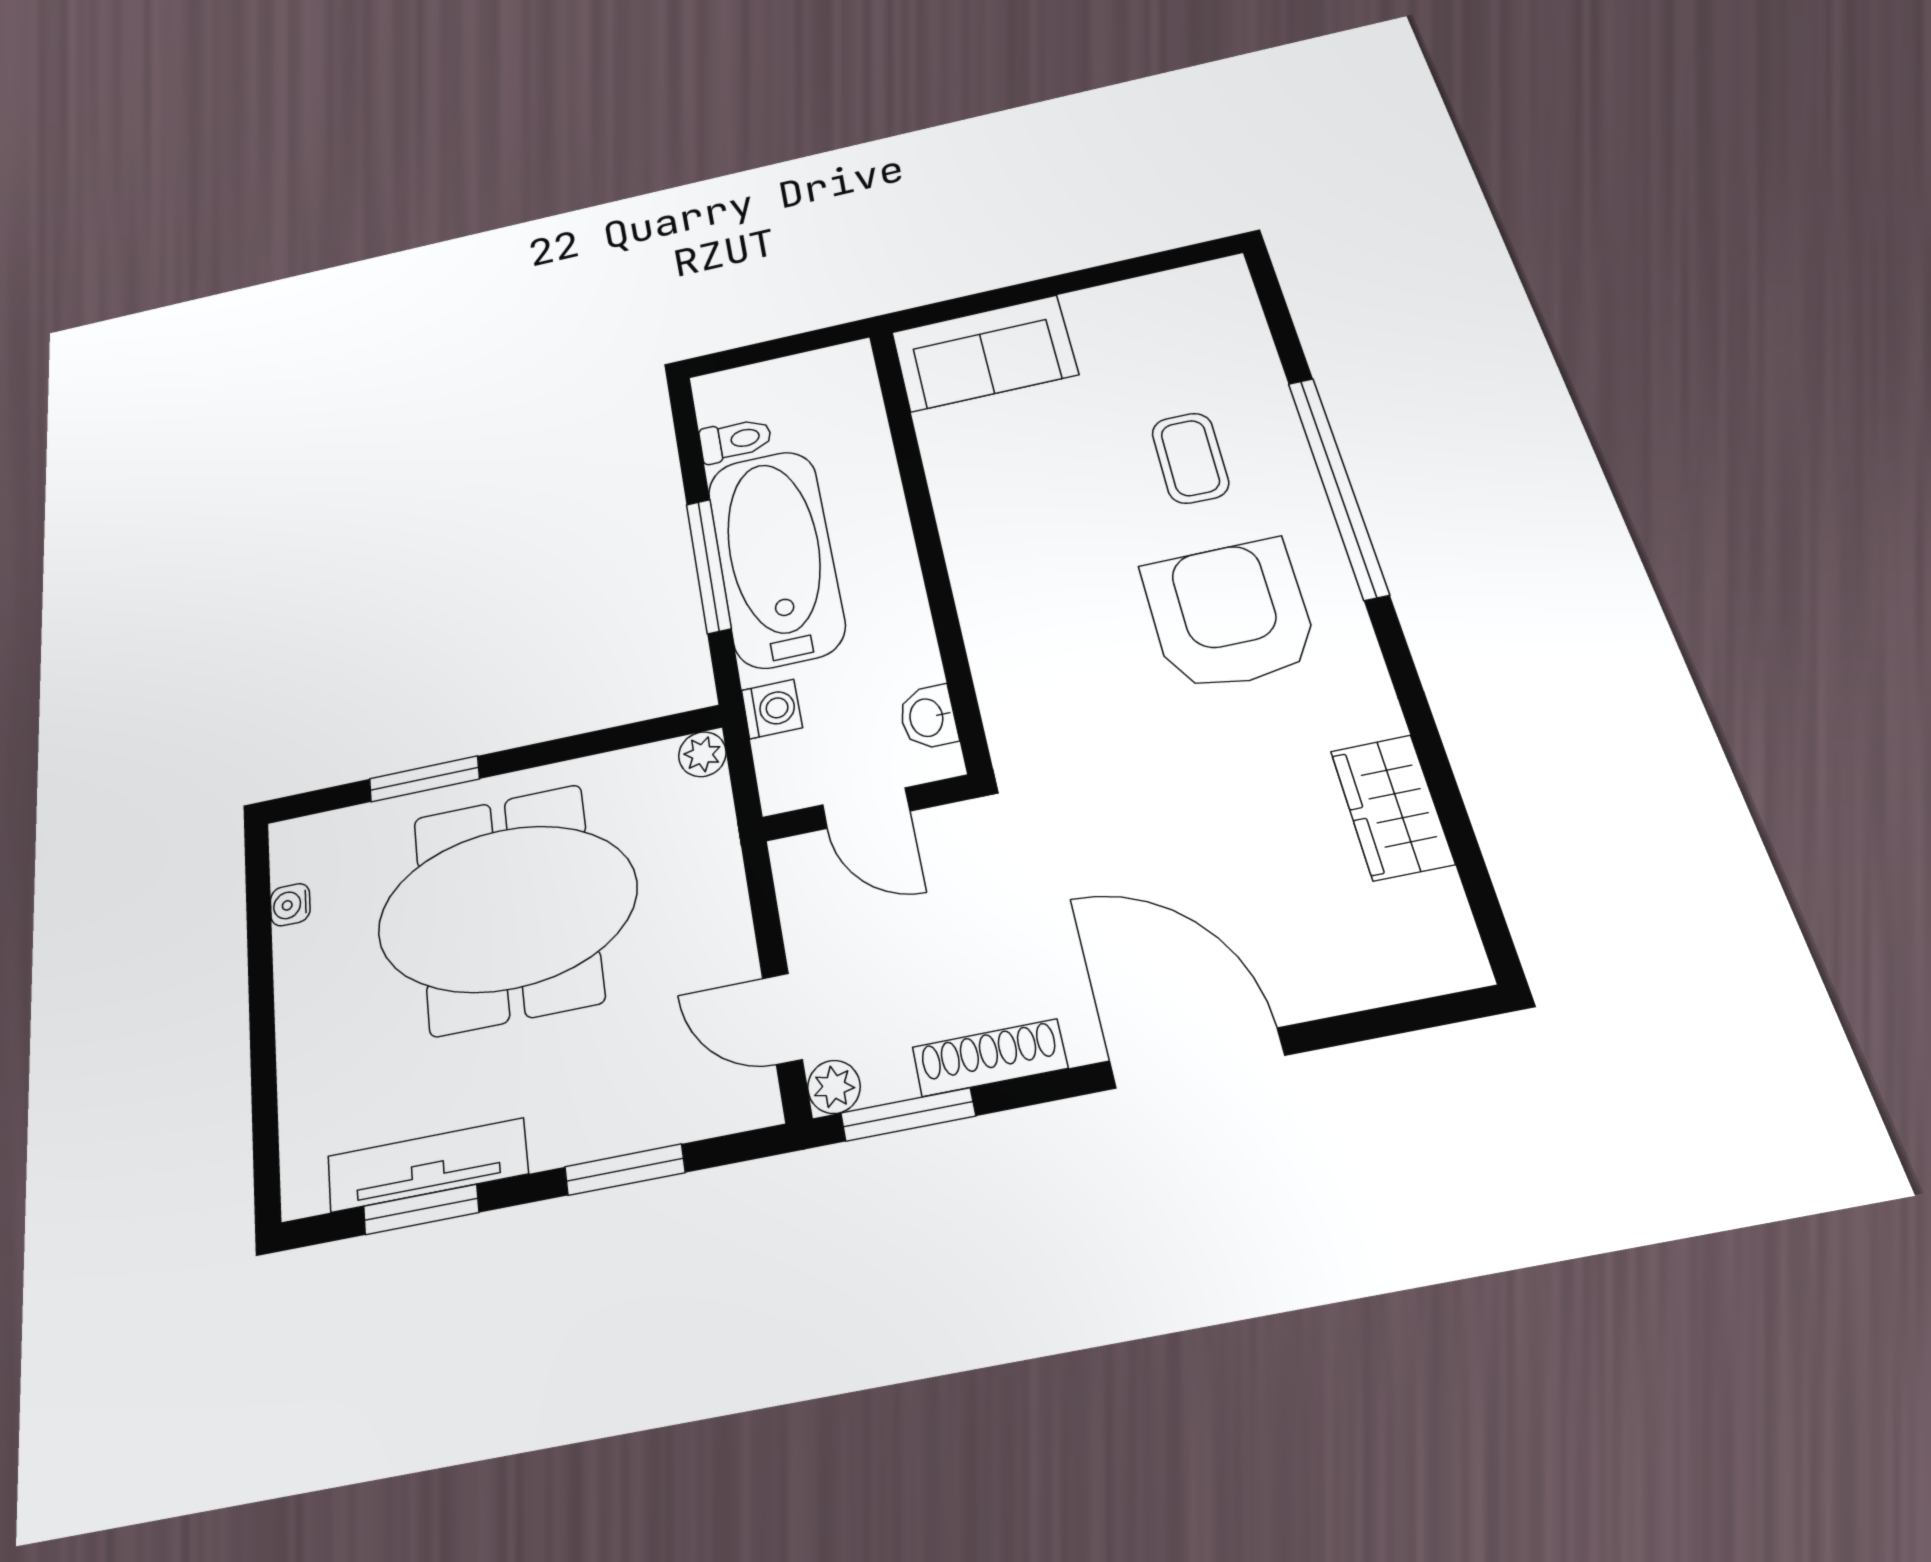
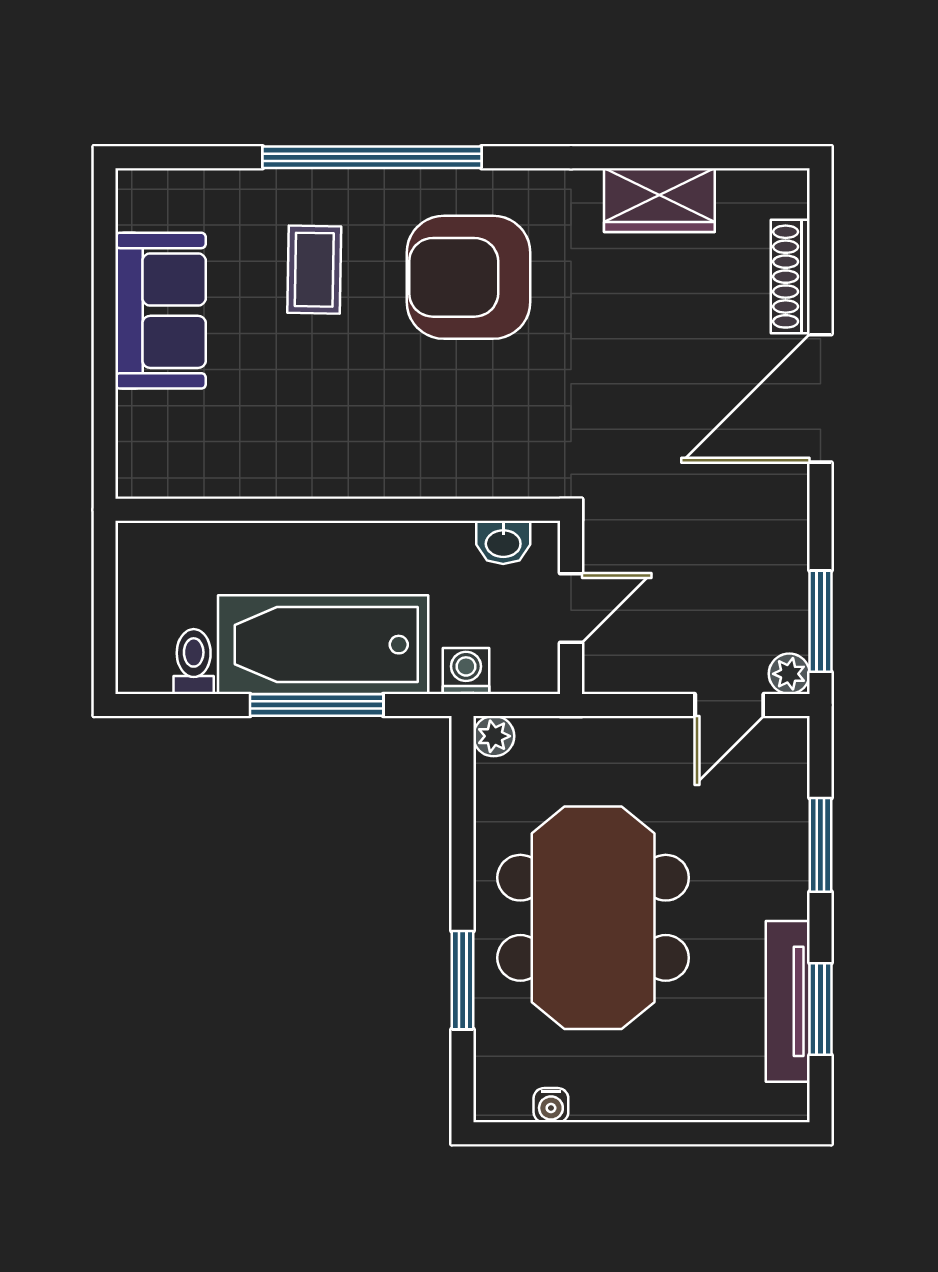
sofa: (984, 353) -> (161, 311), moved
coffee table: (1190, 458) -> (314, 270), turned 90
shoe rack: (990, 1058) -> (790, 277), moved

